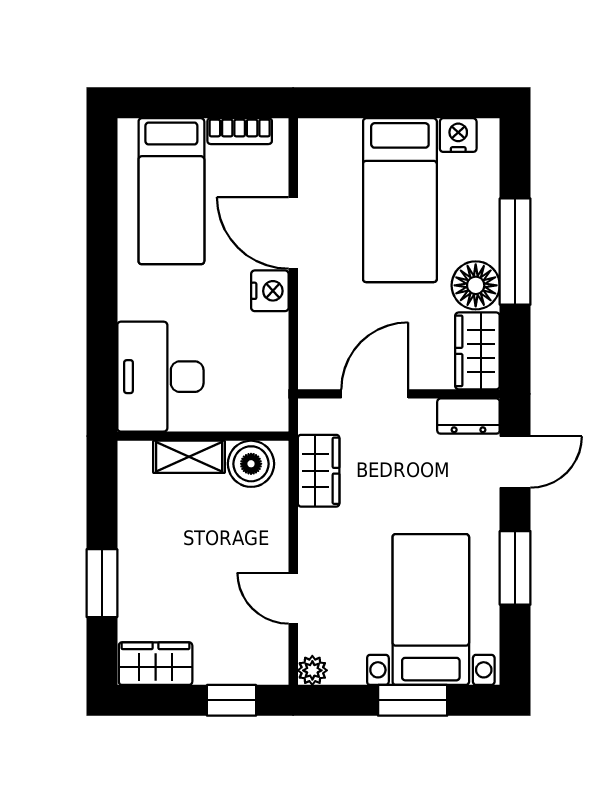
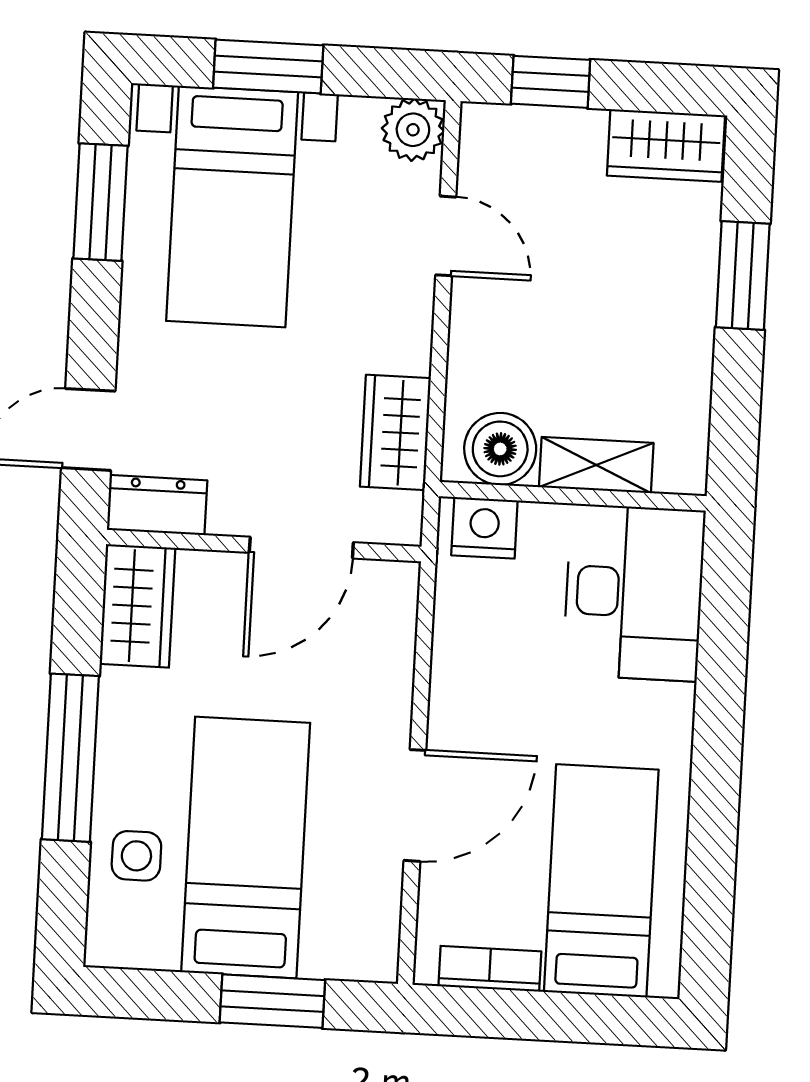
window: (378, 103) -> (272, 1001), added
nightstand: (458, 135) -> (149, 944), removed
side table: (469, 191) -> (136, 856), added
door: (293, 233) -> (415, 805), hinge flipped
floor lamp: (476, 285) -> (135, 708), removed
nightstand: (270, 291) -> (484, 528), moved, turned 90
window: (515, 568) -> (101, 202), moved
plant: (312, 670) -> (413, 130), width x1.38, depth x1.38

